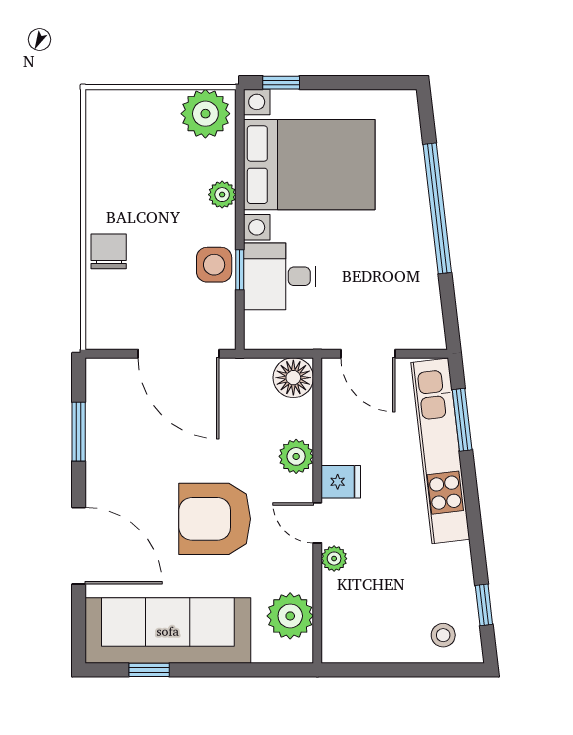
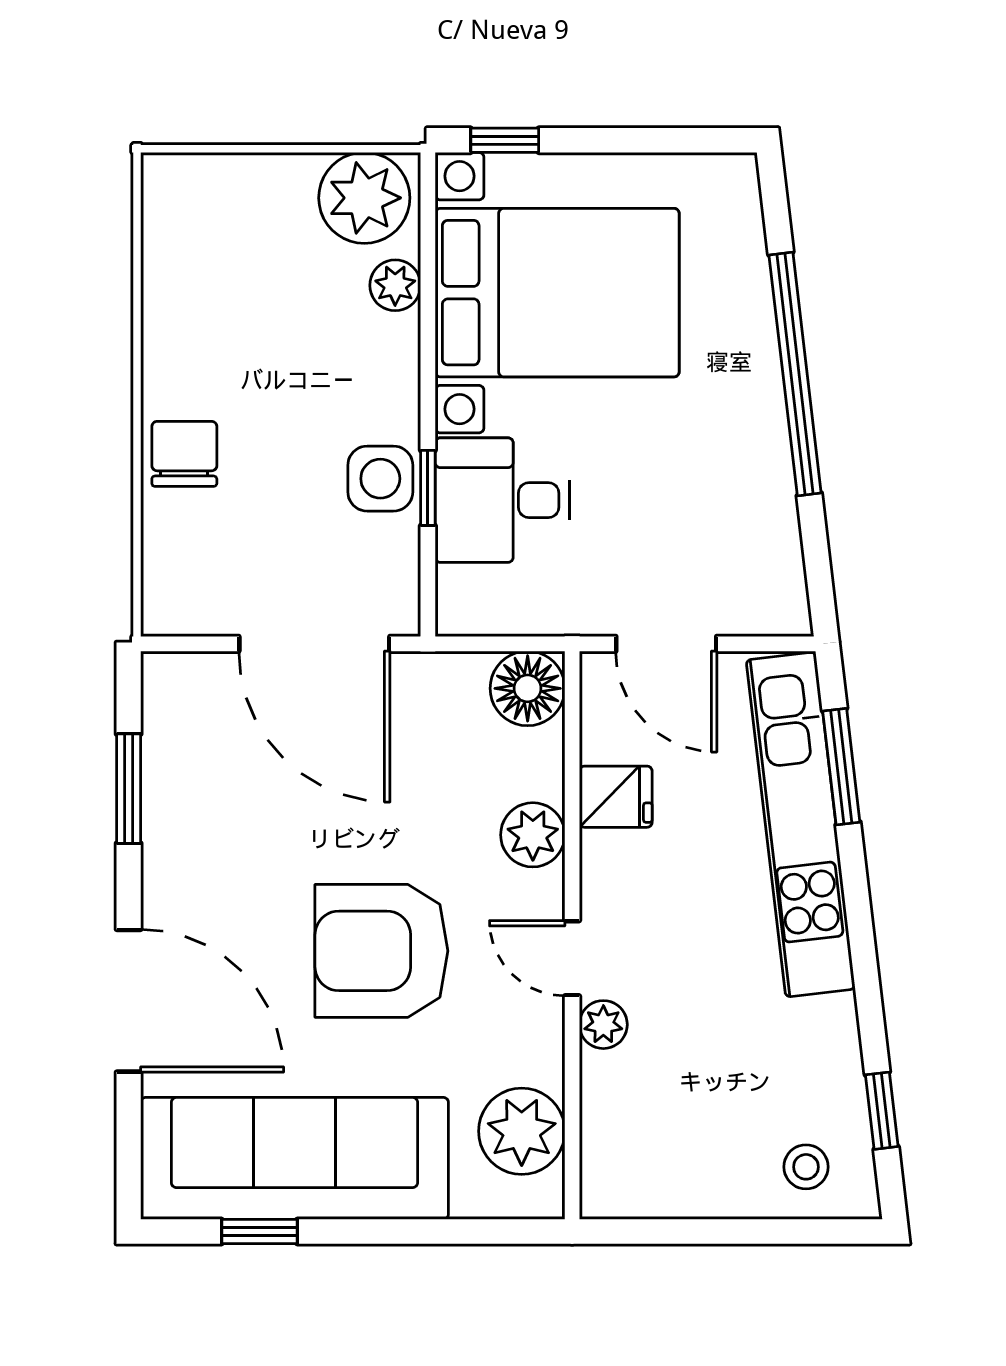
plant: (222, 195) -> (395, 285), moved
fridge: (341, 482) -> (616, 797), moved

